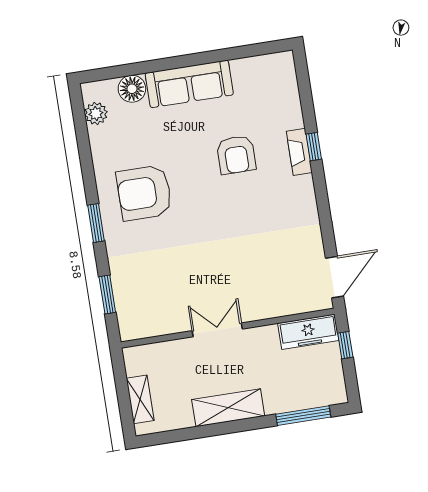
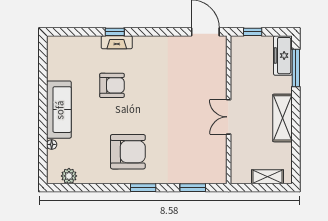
floor lamp: (132, 89) -> (52, 144), width x0.53, depth x0.53
armchair: (144, 193) -> (128, 152), turned -90
freezer: (308, 332) -> (283, 56), moved, turned 180

